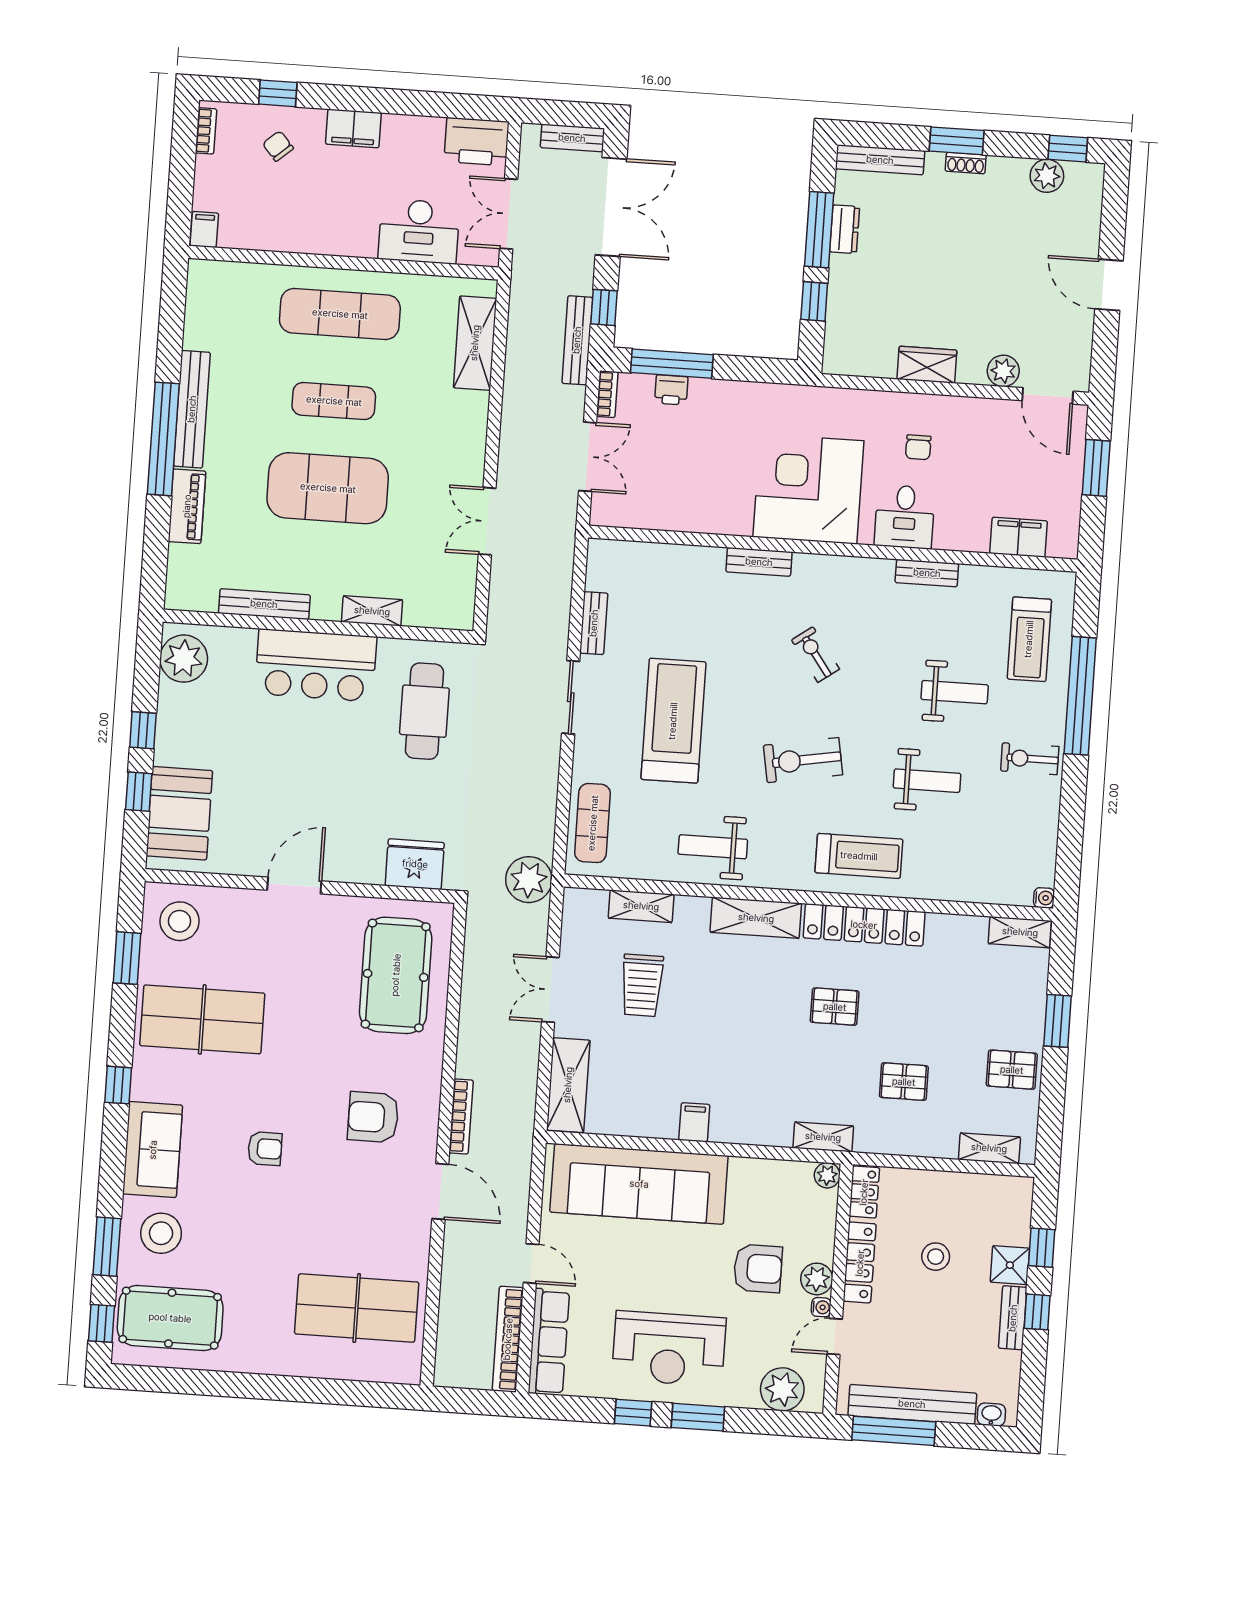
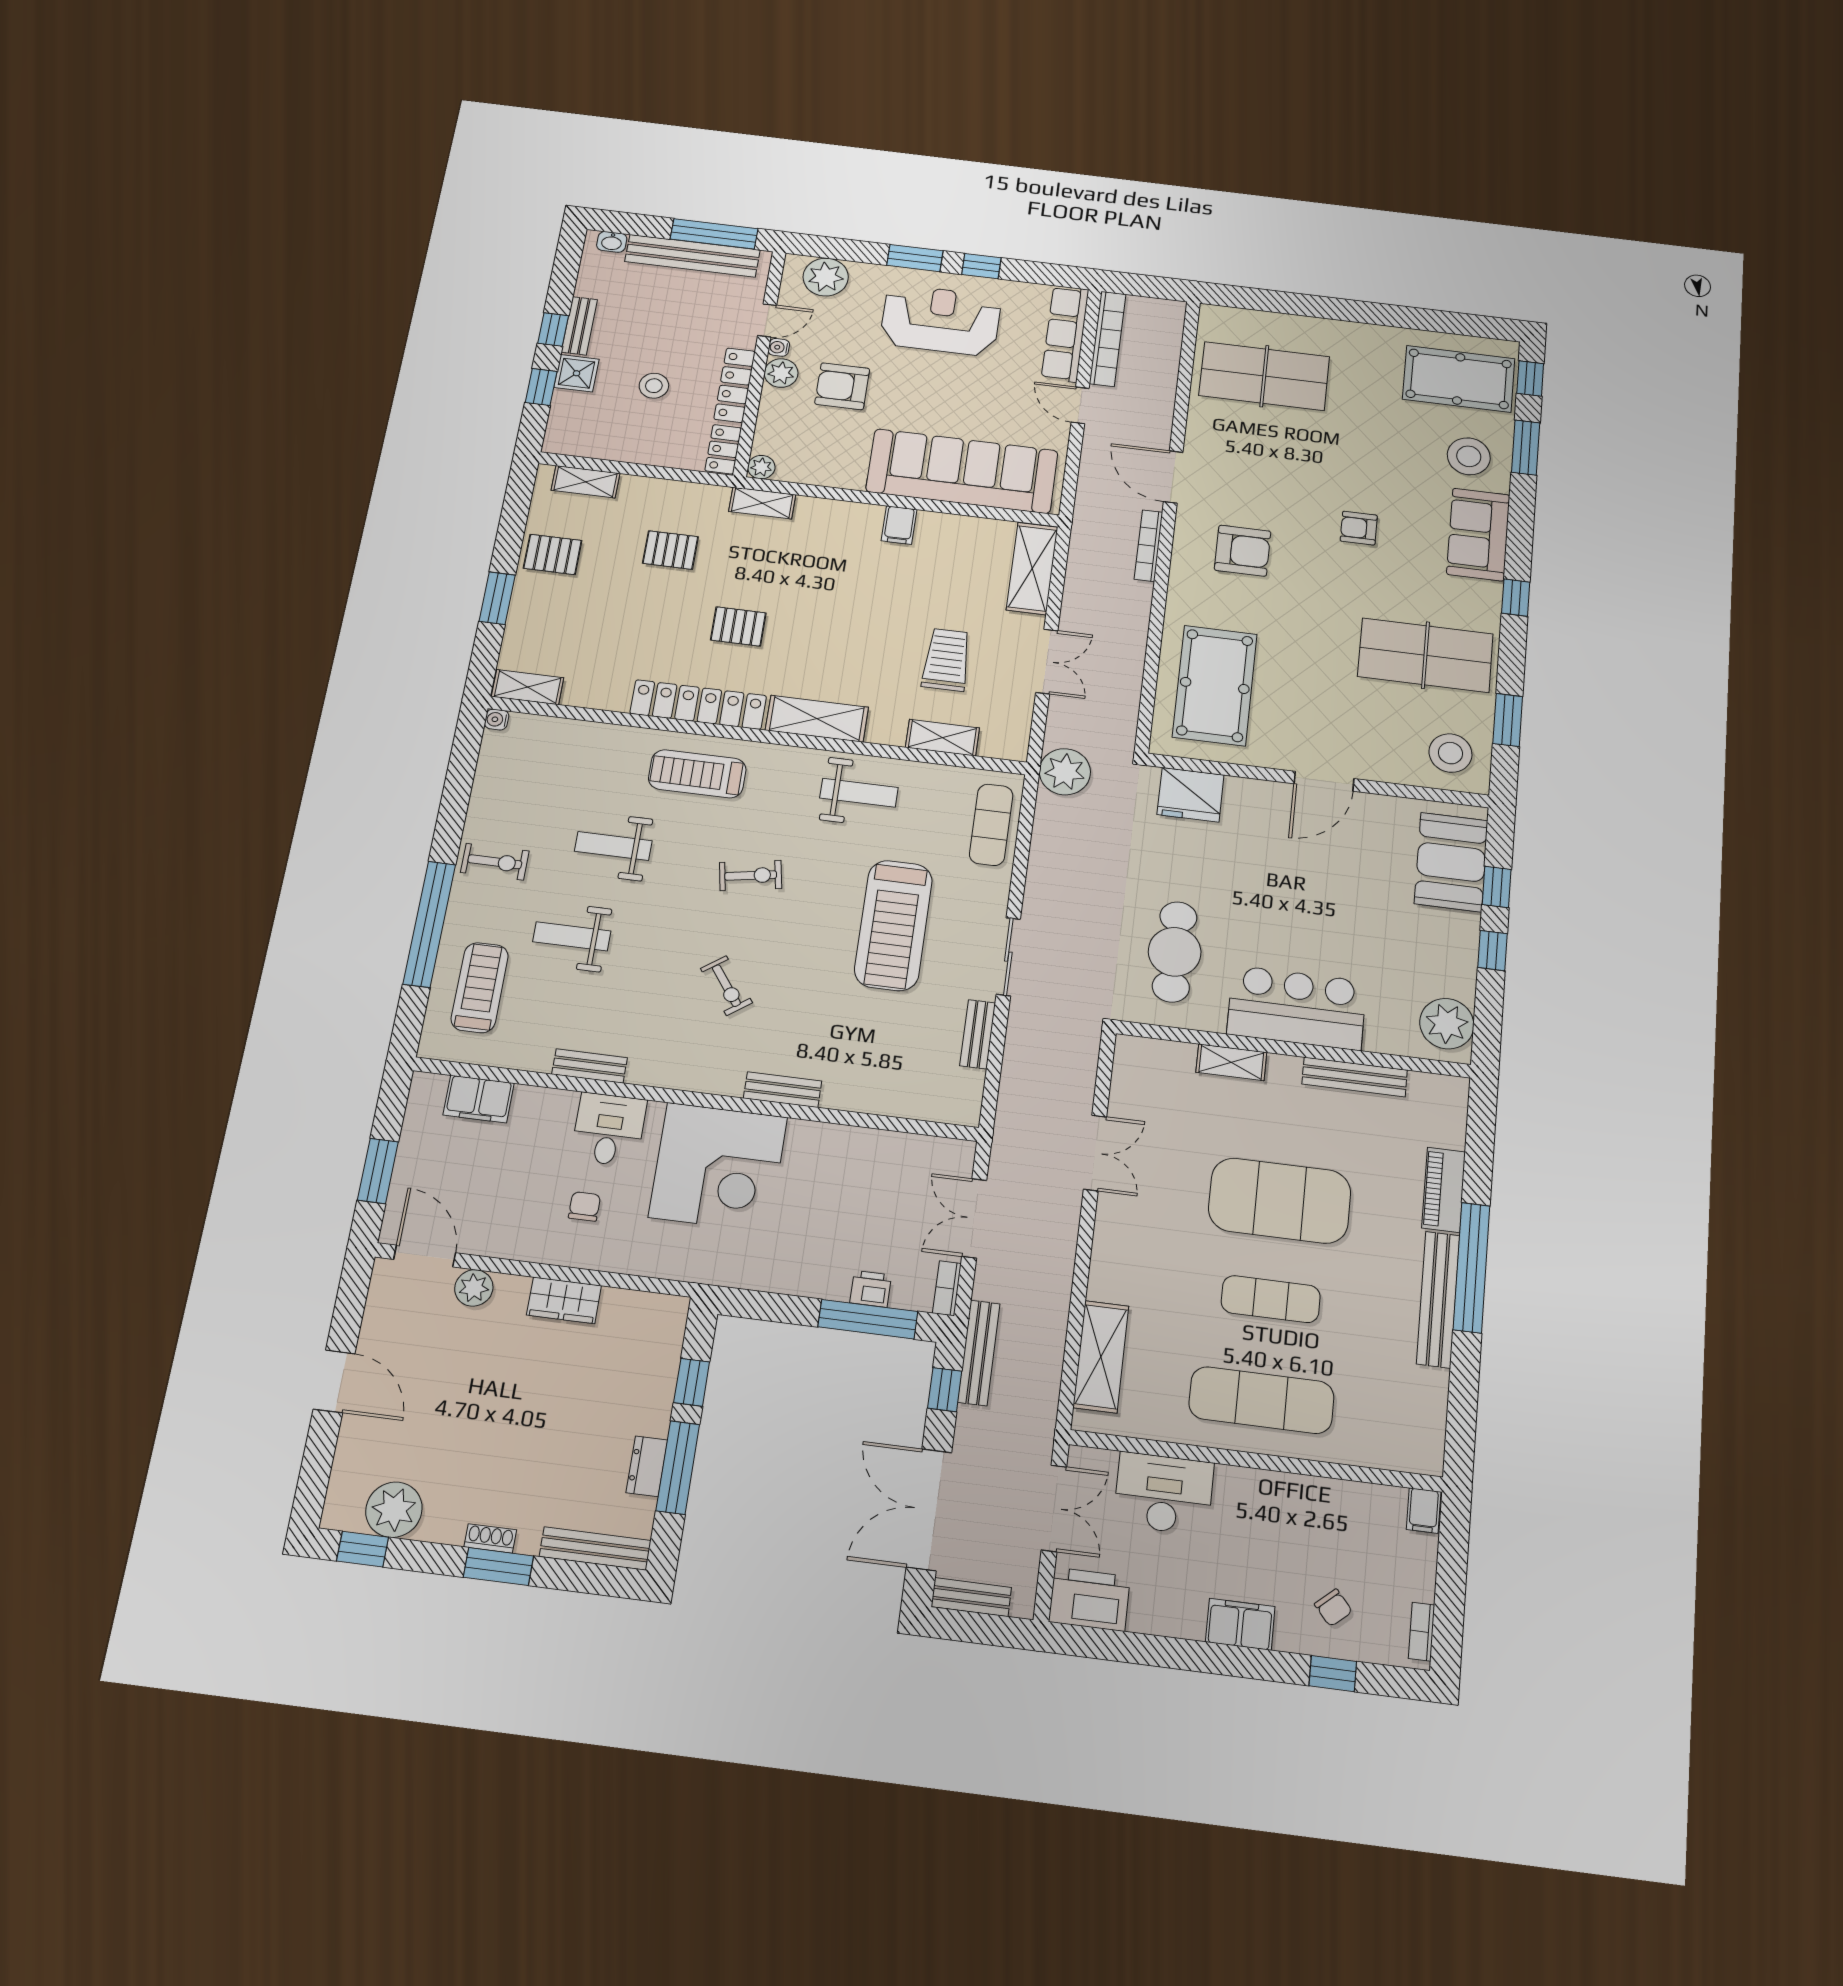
plant: (1047, 176) -> (394, 1510), width x1.36, depth x1.36
exercise bike: (803, 760) -> (751, 875), width x0.73, depth x0.72

